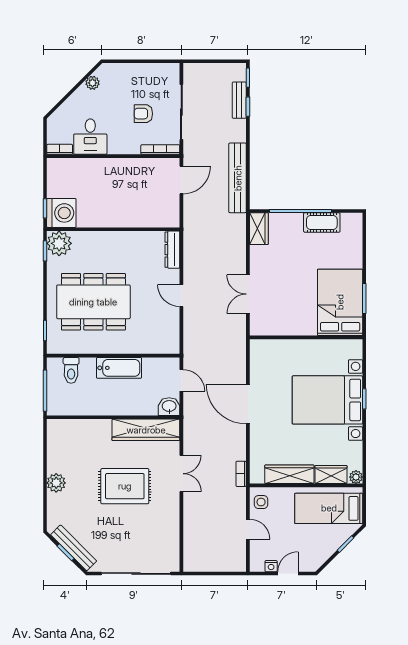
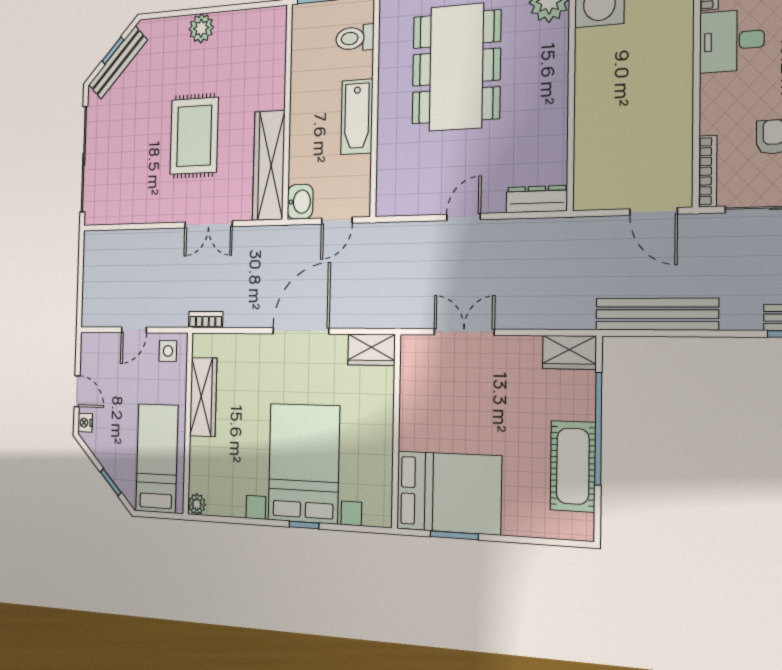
cot: (322, 222) -> (573, 466), width x1.37, depth x1.34
wardrobe: (331, 474) -> (371, 350), moved, turned 90
nightstand: (271, 566) -> (85, 423), moved

